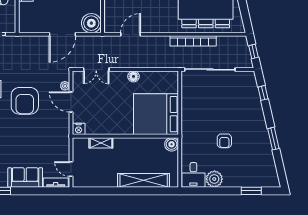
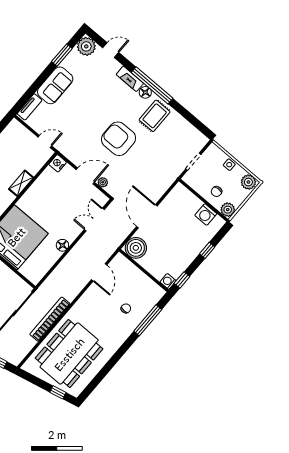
shelving: (101, 143) -> (21, 183), moved
door: (71, 169) -> (45, 142), moved

